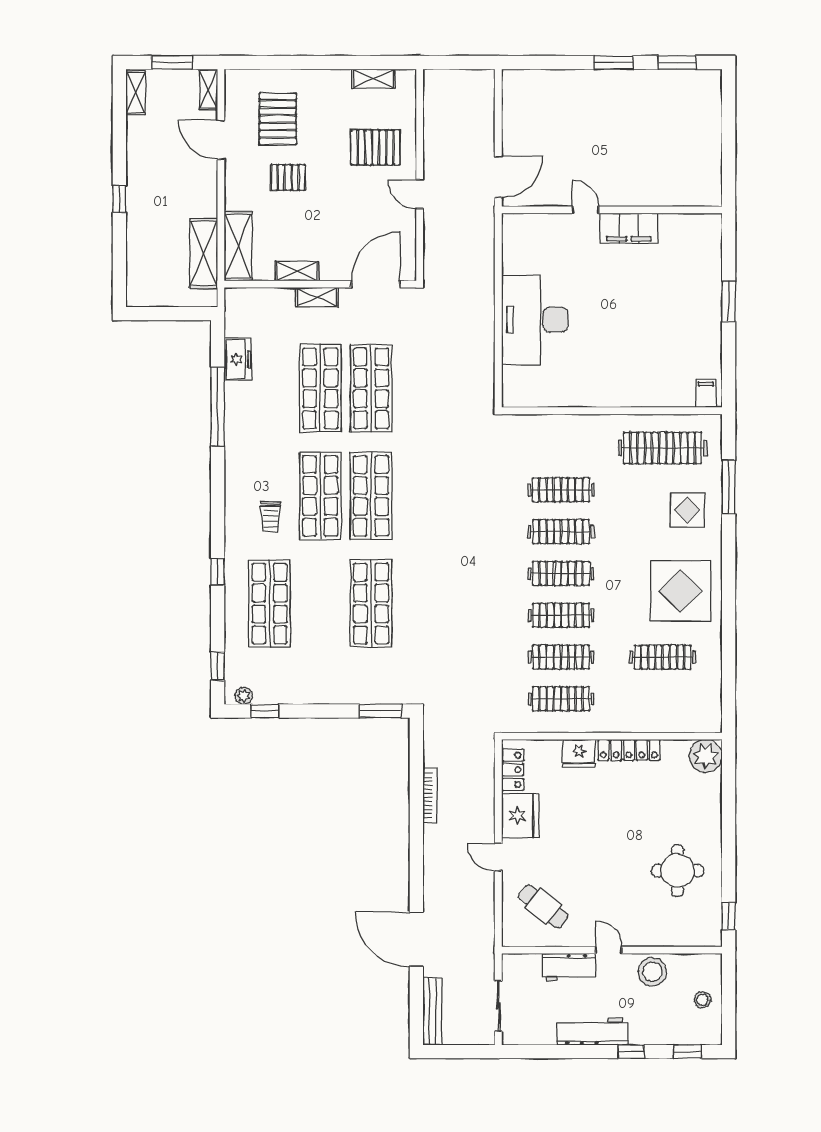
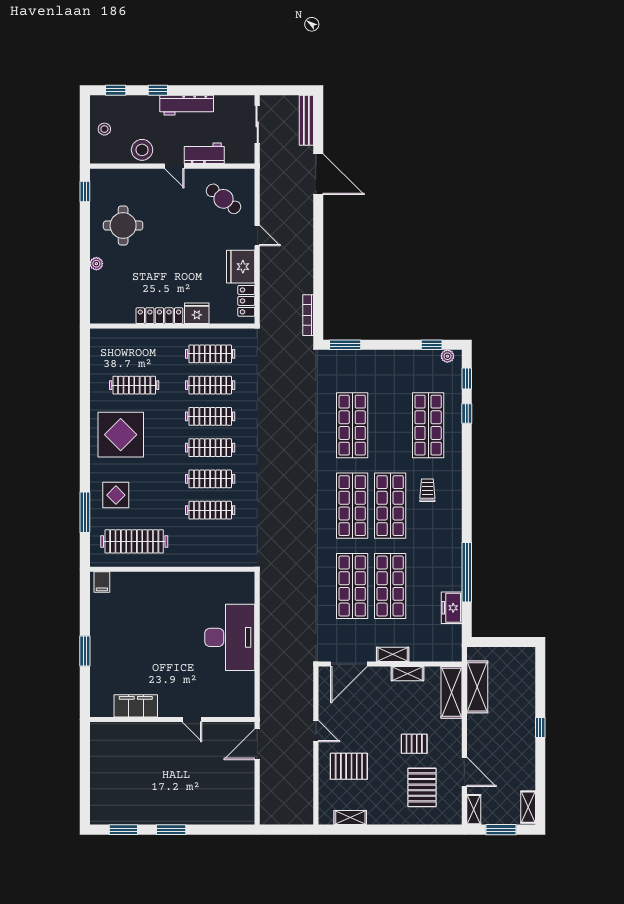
filing cabinet: (629, 228) -> (136, 706), moved
window: (218, 572) -> (467, 413), moved
plant: (706, 756) -> (96, 264), moved, width x0.53, depth x0.53
bookcase: (430, 795) -> (308, 315), moved

